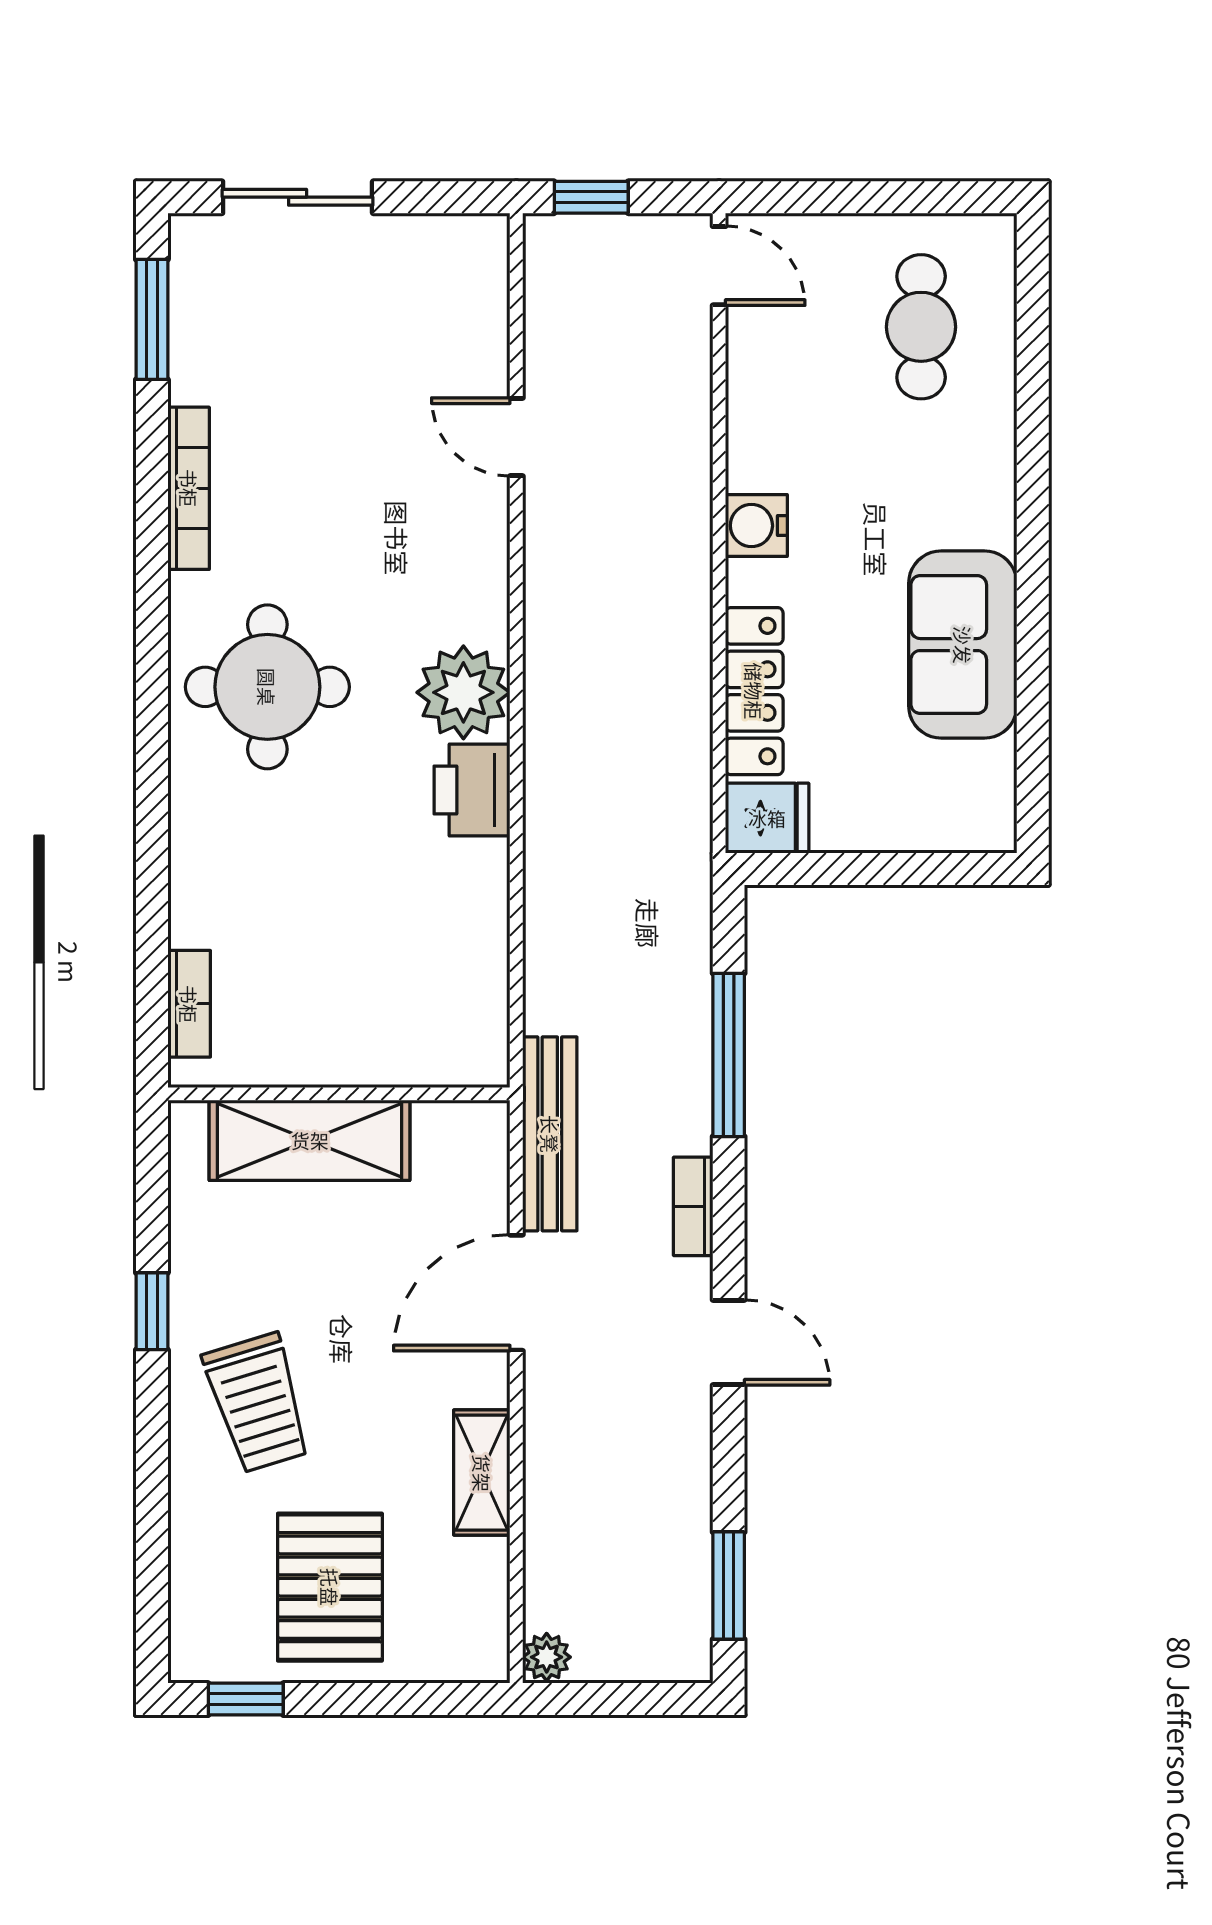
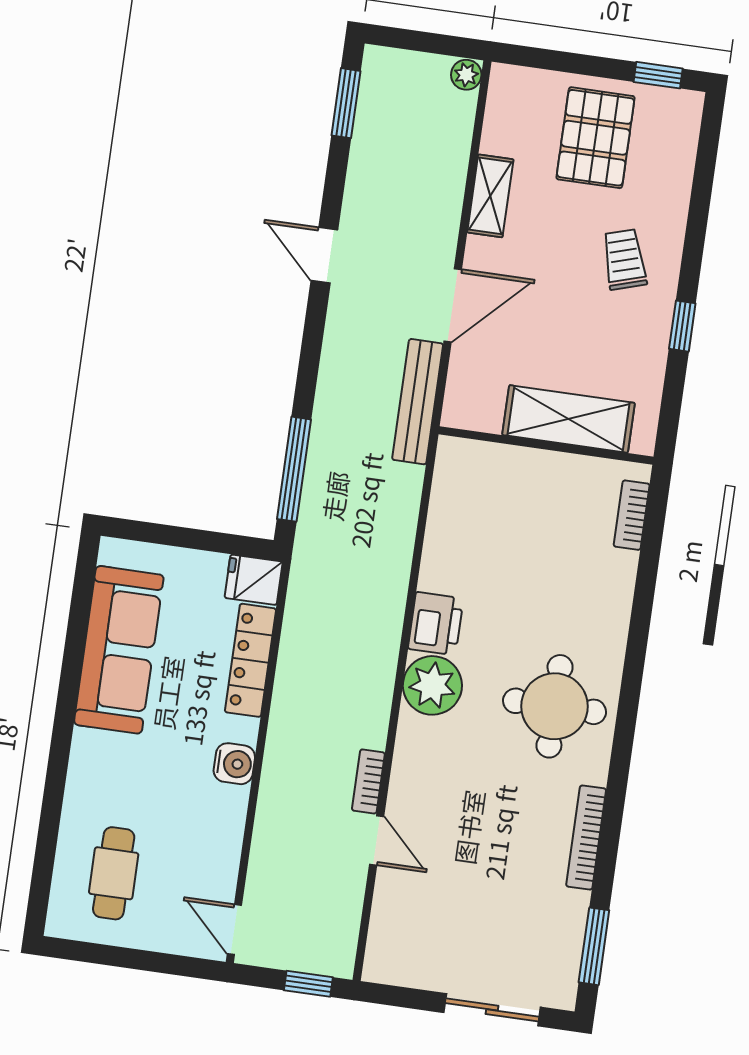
sofa: (963, 645) -> (119, 650), width x1.36
window: (729, 1055) -> (294, 469), moved
bookcase: (693, 1206) -> (368, 781), moved, turned 180
trolley: (258, 1403) -> (624, 259), width x0.73, depth x0.72

